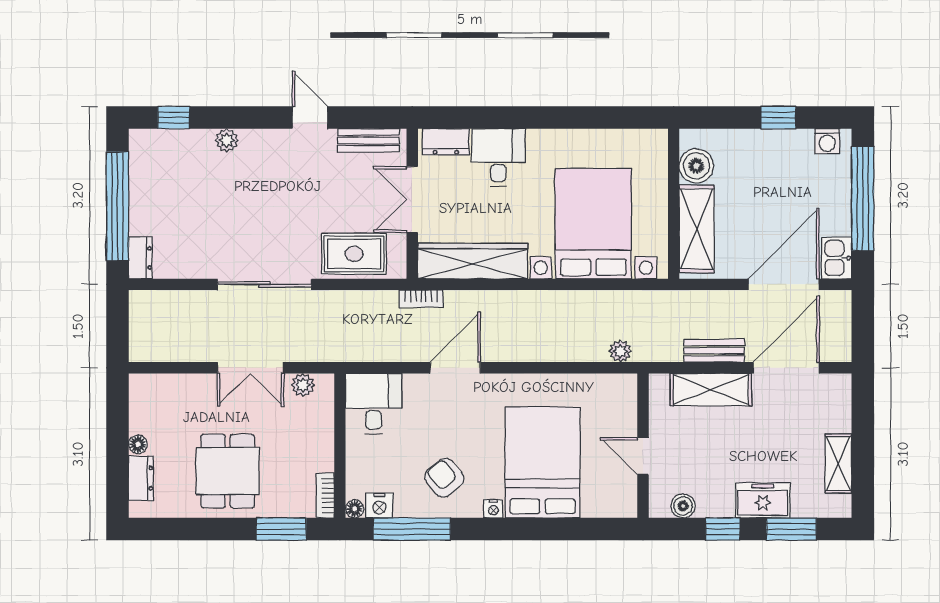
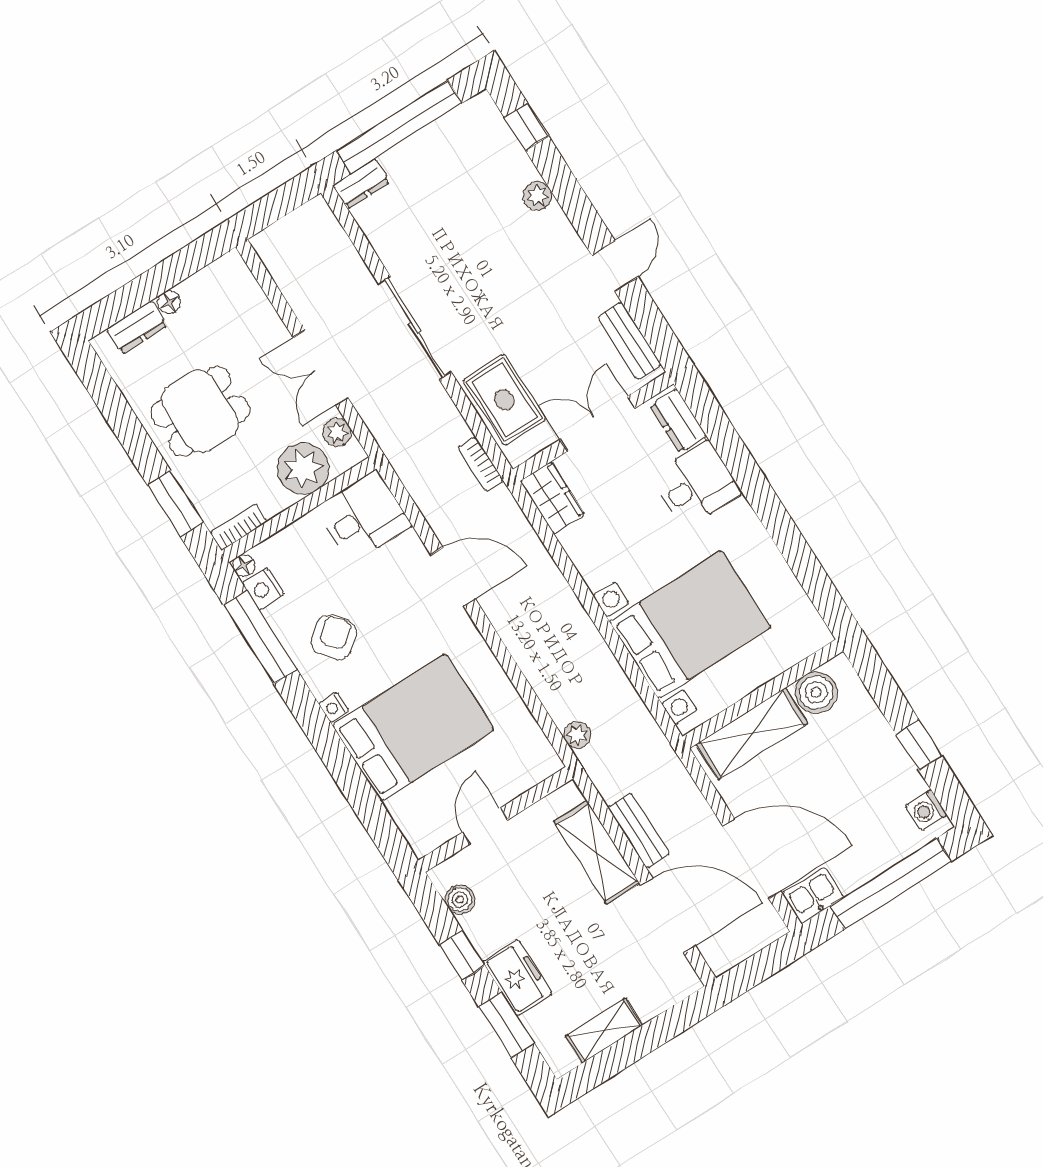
wardrobe: (473, 261) -> (552, 498), width x0.48, depth x0.85
bookcase: (421, 299) -> (481, 464), moved
plant: (313, 425) -> (303, 469), added

